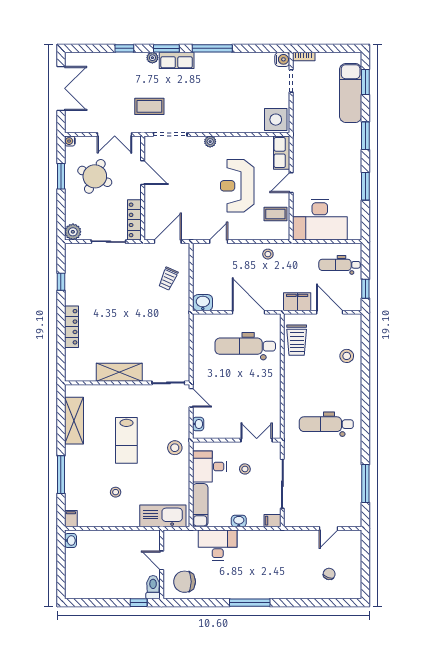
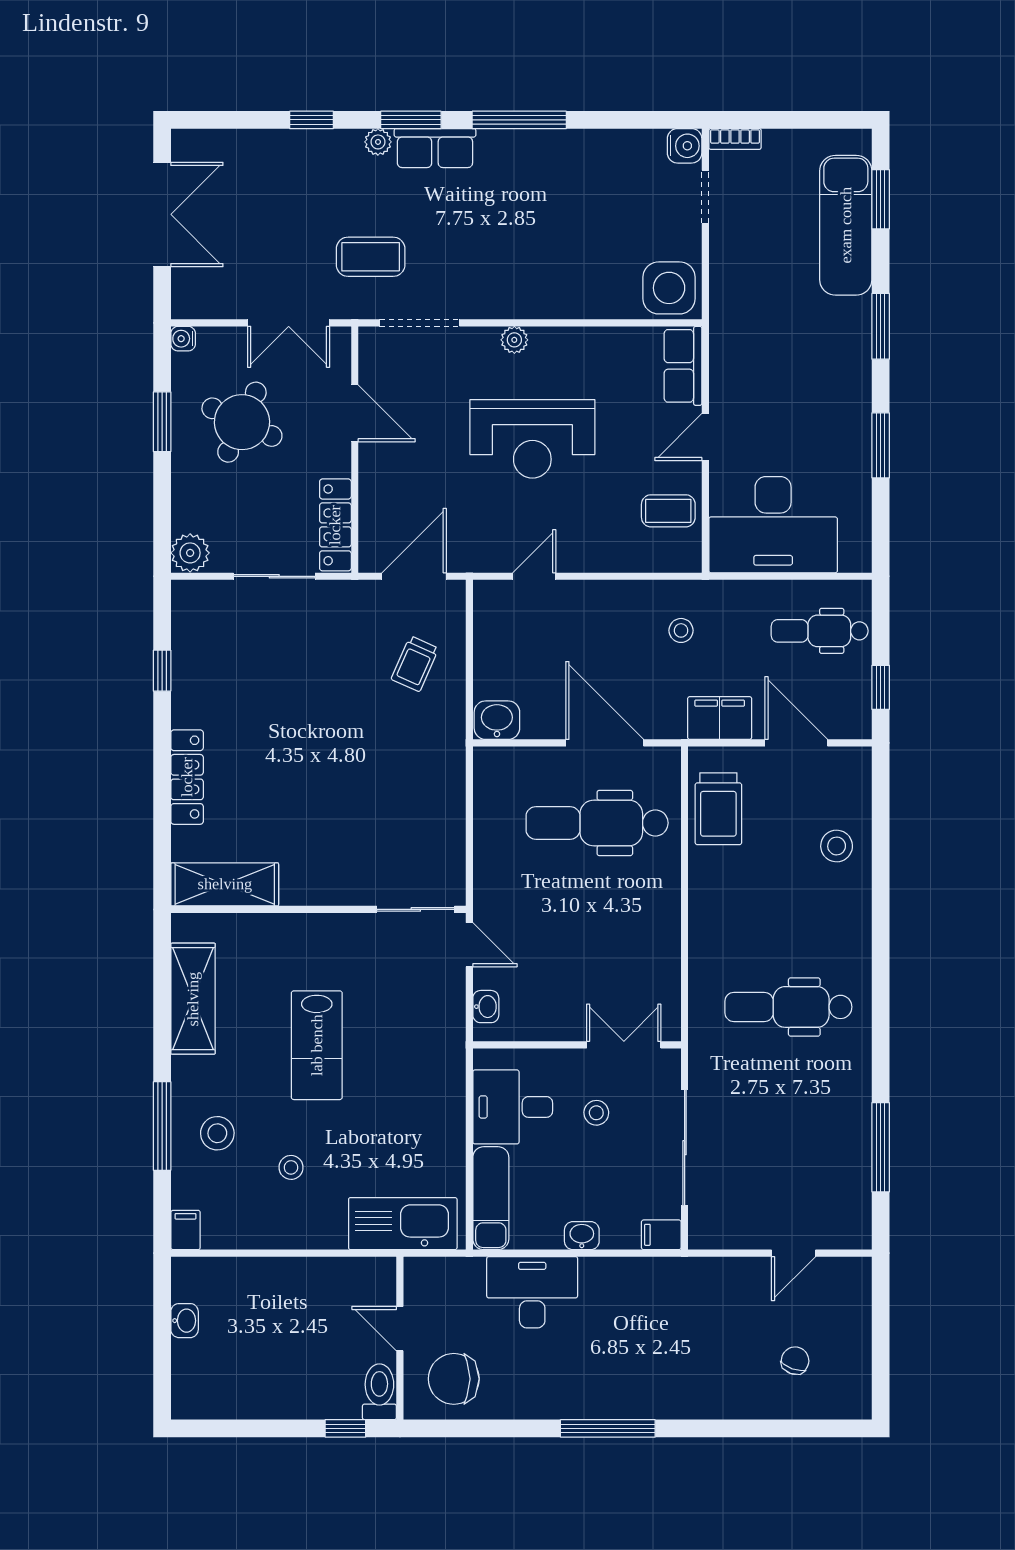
reception desk: (237, 186) -> (532, 439), moved, turned -90
stool: (268, 254) -> (681, 630), moved
shelving: (119, 372) -> (225, 884), moved
stool: (175, 448) -> (217, 1133), moved
washbasin: (70, 540) -> (185, 1321), moved

